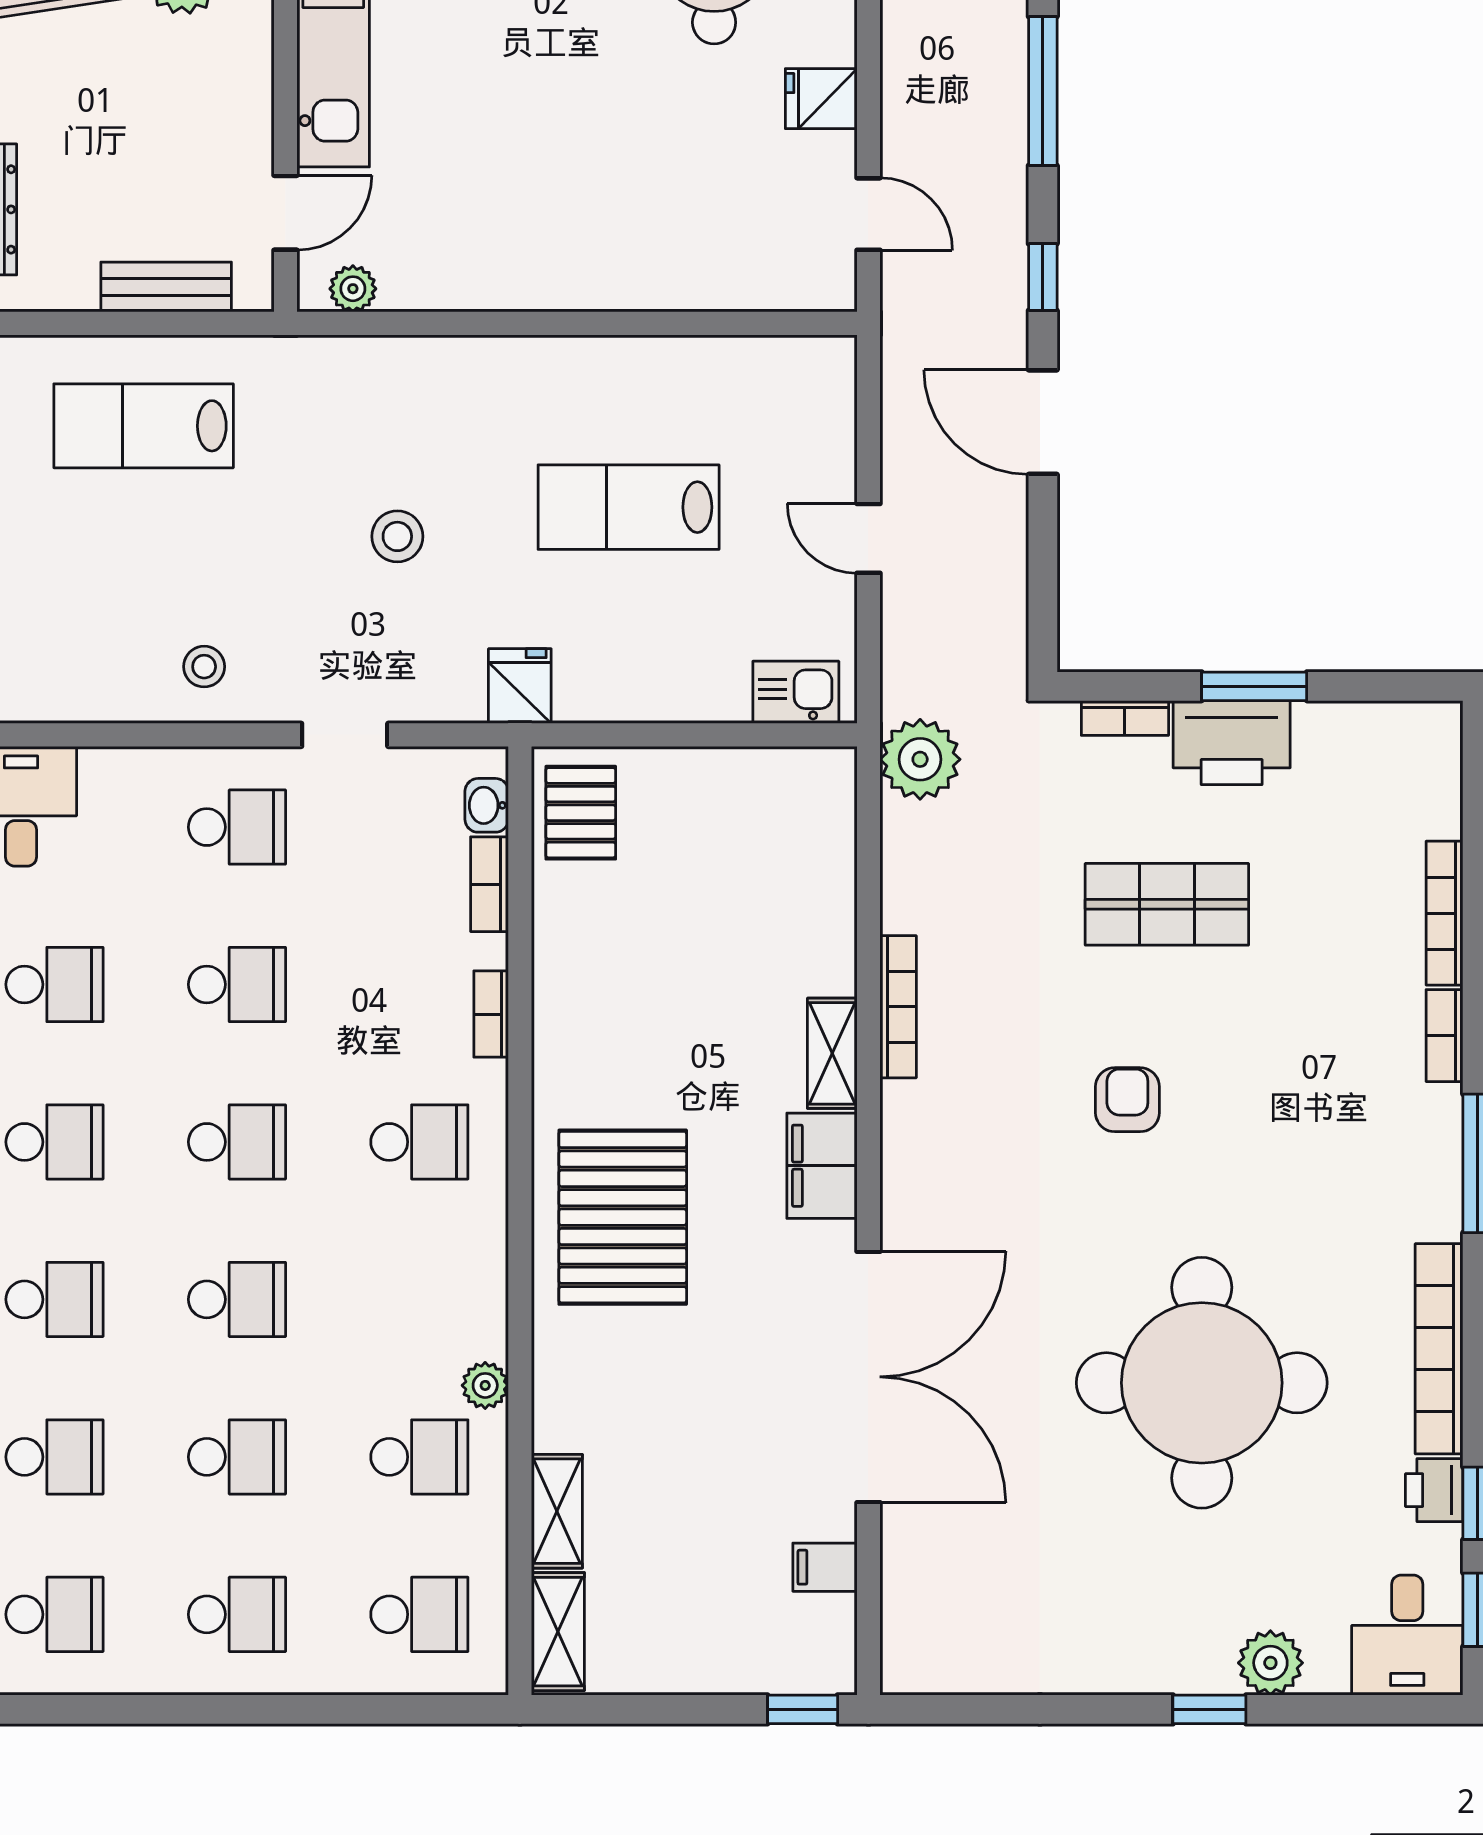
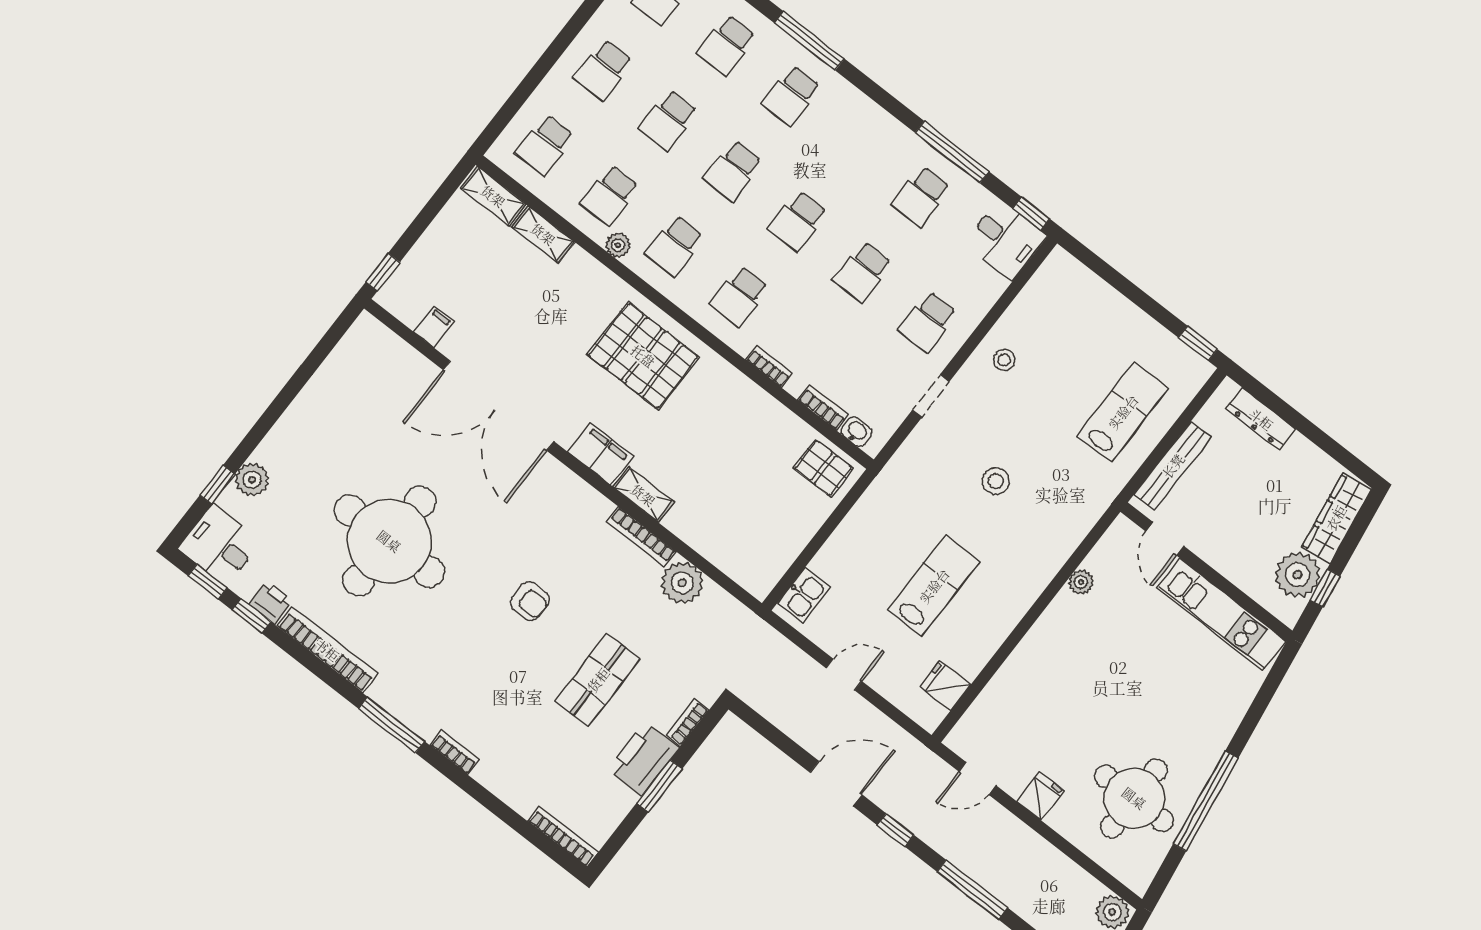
bench: (166, 287) -> (1173, 466), width x1.36
plant: (353, 289) -> (1081, 582), moved
fridge: (520, 686) -> (945, 686), moved, turned 180
plant: (920, 759) -> (682, 583), moved
bookcase: (1444, 913) -> (563, 837), moved
school desk: (55, 1142) -> (675, 246), moved
window: (1209, 1709) -> (217, 485), moved

